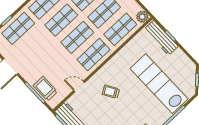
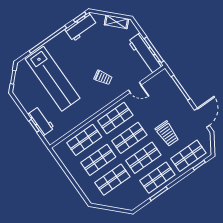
plant: (142, 17) -> (60, 149), removed
workbench: (161, 38) -> (41, 121), width x0.73
trolley: (45, 89) -> (167, 134), moved

